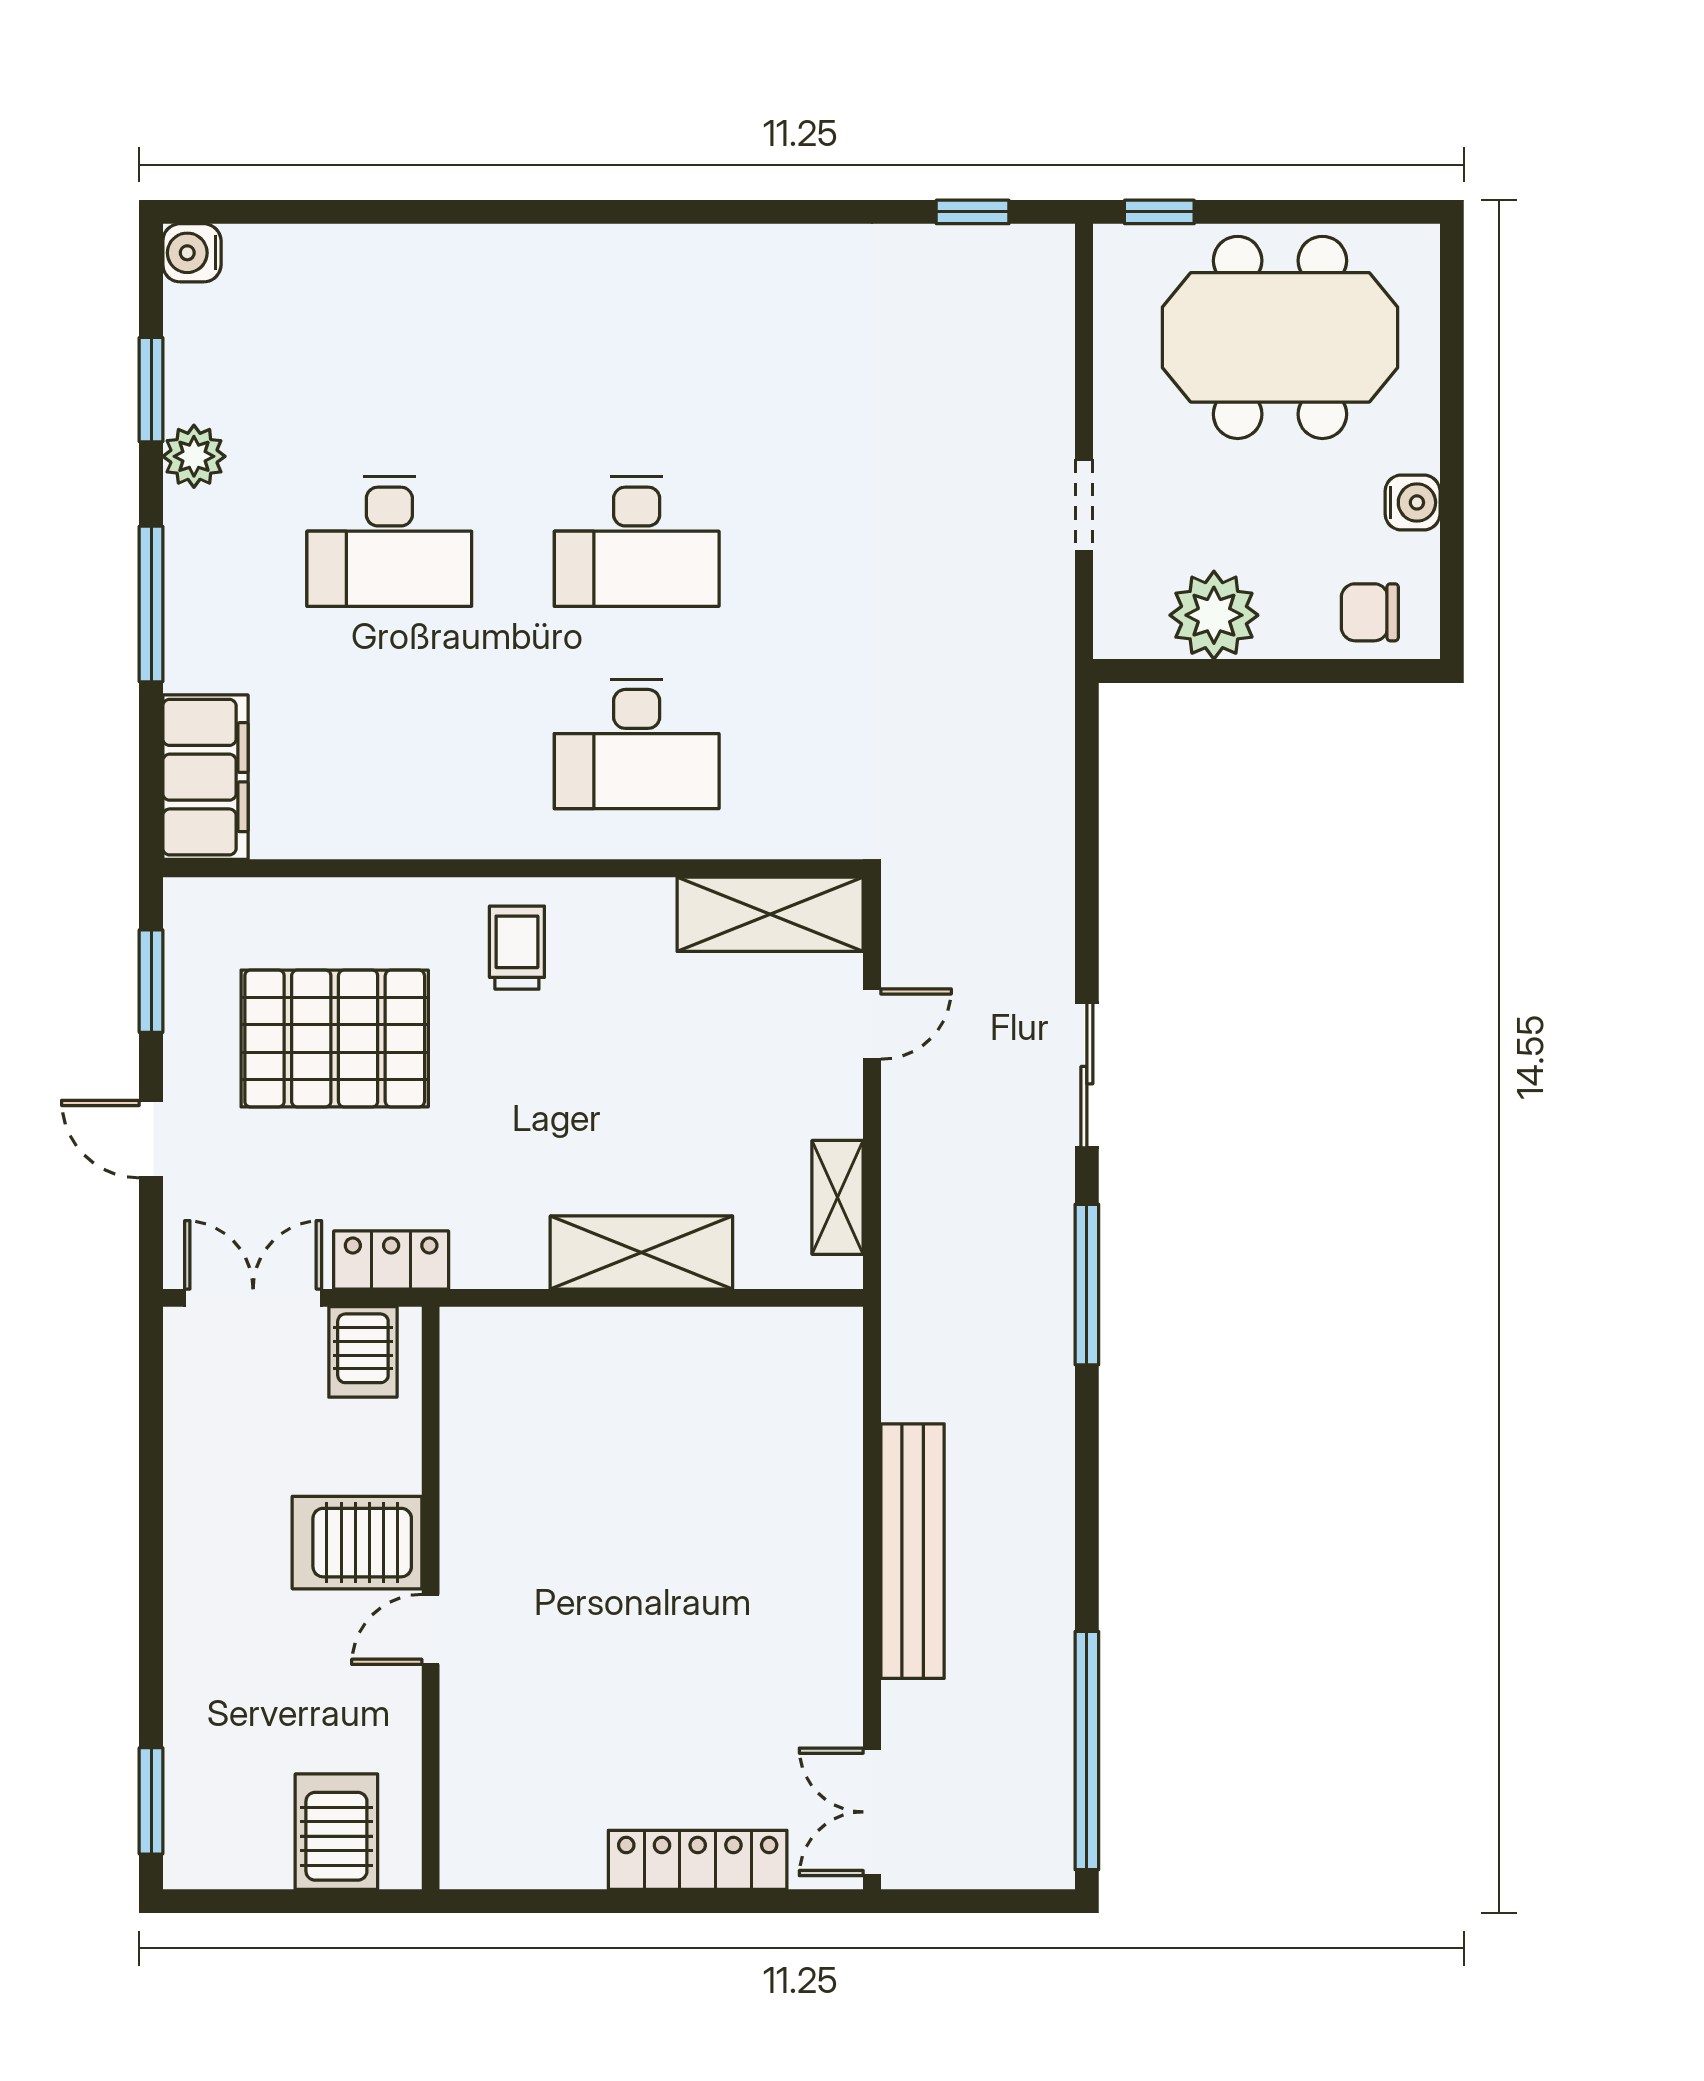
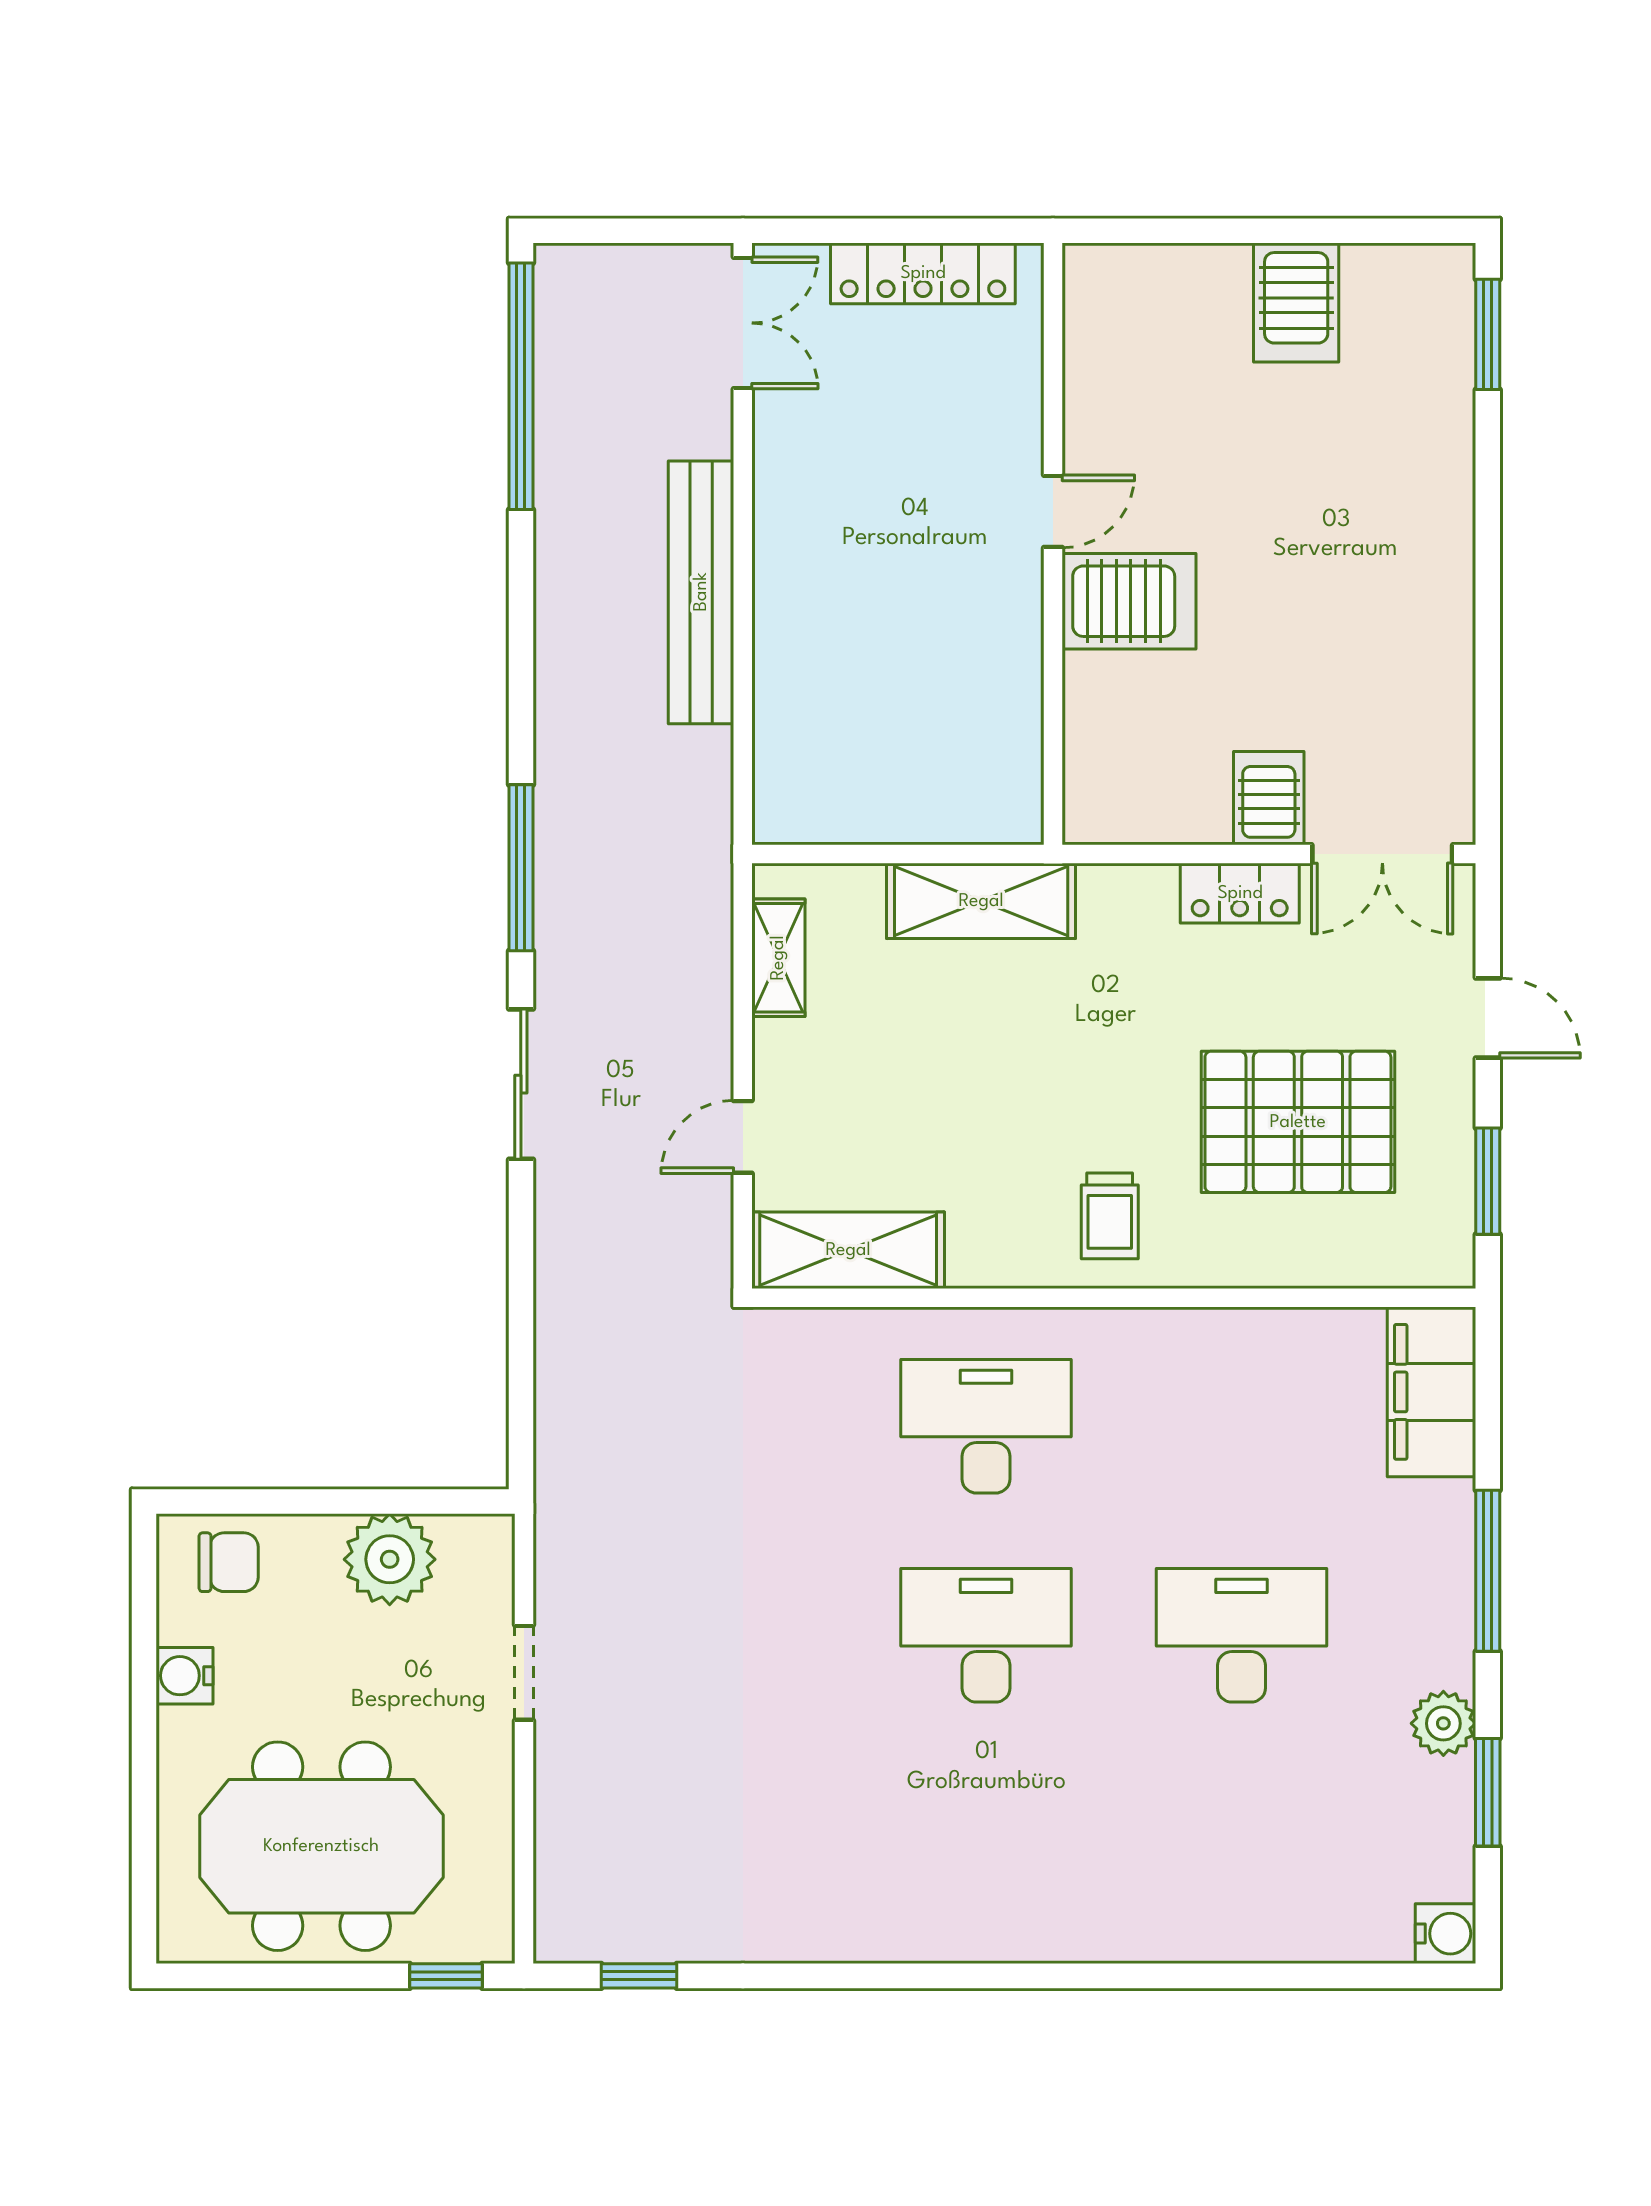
server rack: (357, 1543) -> (1129, 601), moved
wall: (431, 1598) -> (1053, 544), moved
door: (431, 1629) -> (1053, 511), moved

